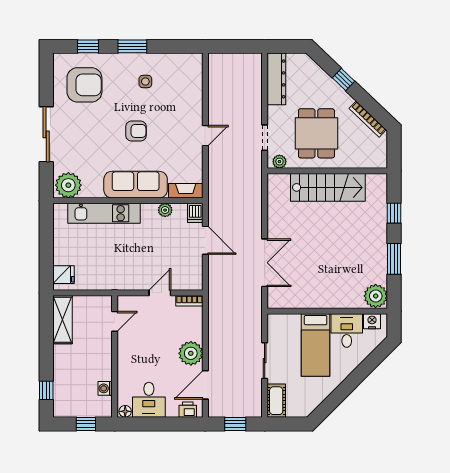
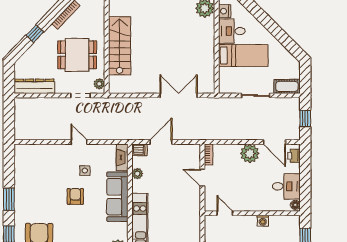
side table: (145, 82) -> (85, 171), moved
washing machine: (105, 388) -> (263, 221), moved

